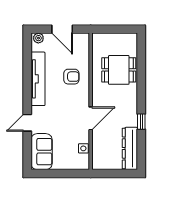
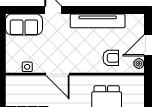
plant: (38, 38) -> (139, 63), moved
armchair: (71, 77) -> (111, 58), moved, turned -90

